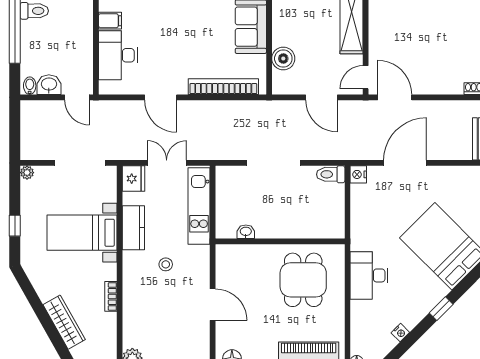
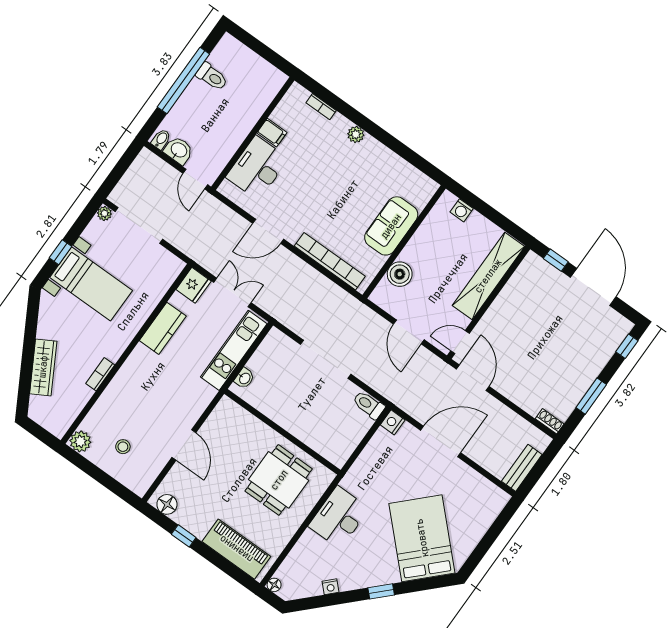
door: (161, 97) -> (268, 231), hinge flipped
doorway: (80, 163) -> (139, 225), moved
washbasin: (246, 232) -> (244, 378), moved, turned 90
bed with nightstands: (82, 233) -> (91, 284), moved, turned 180
stool: (166, 264) -> (123, 447), moved

